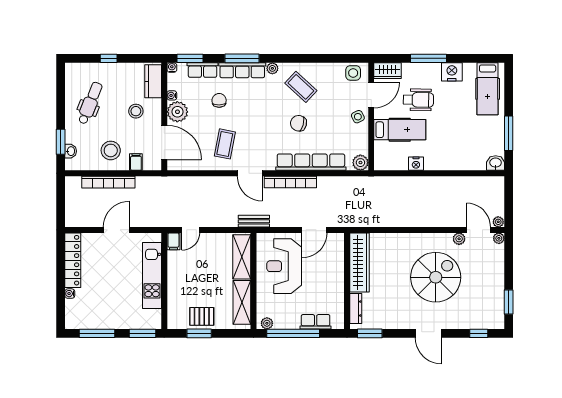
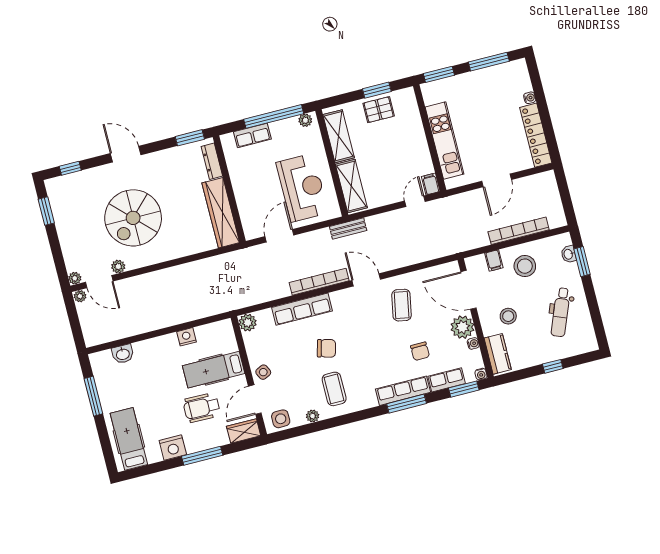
plant: (272, 68) -> (313, 416), moved
coffee table: (301, 87) -> (334, 389), turned 47
row of seats: (311, 162) -> (302, 309), width x0.73
washbasin: (496, 163) -> (123, 354), moved

